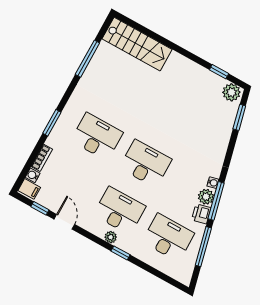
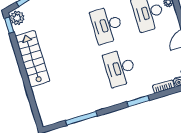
stairs: (137, 44) -> (32, 59), moved
window: (219, 72) -> (9, 25), moved

